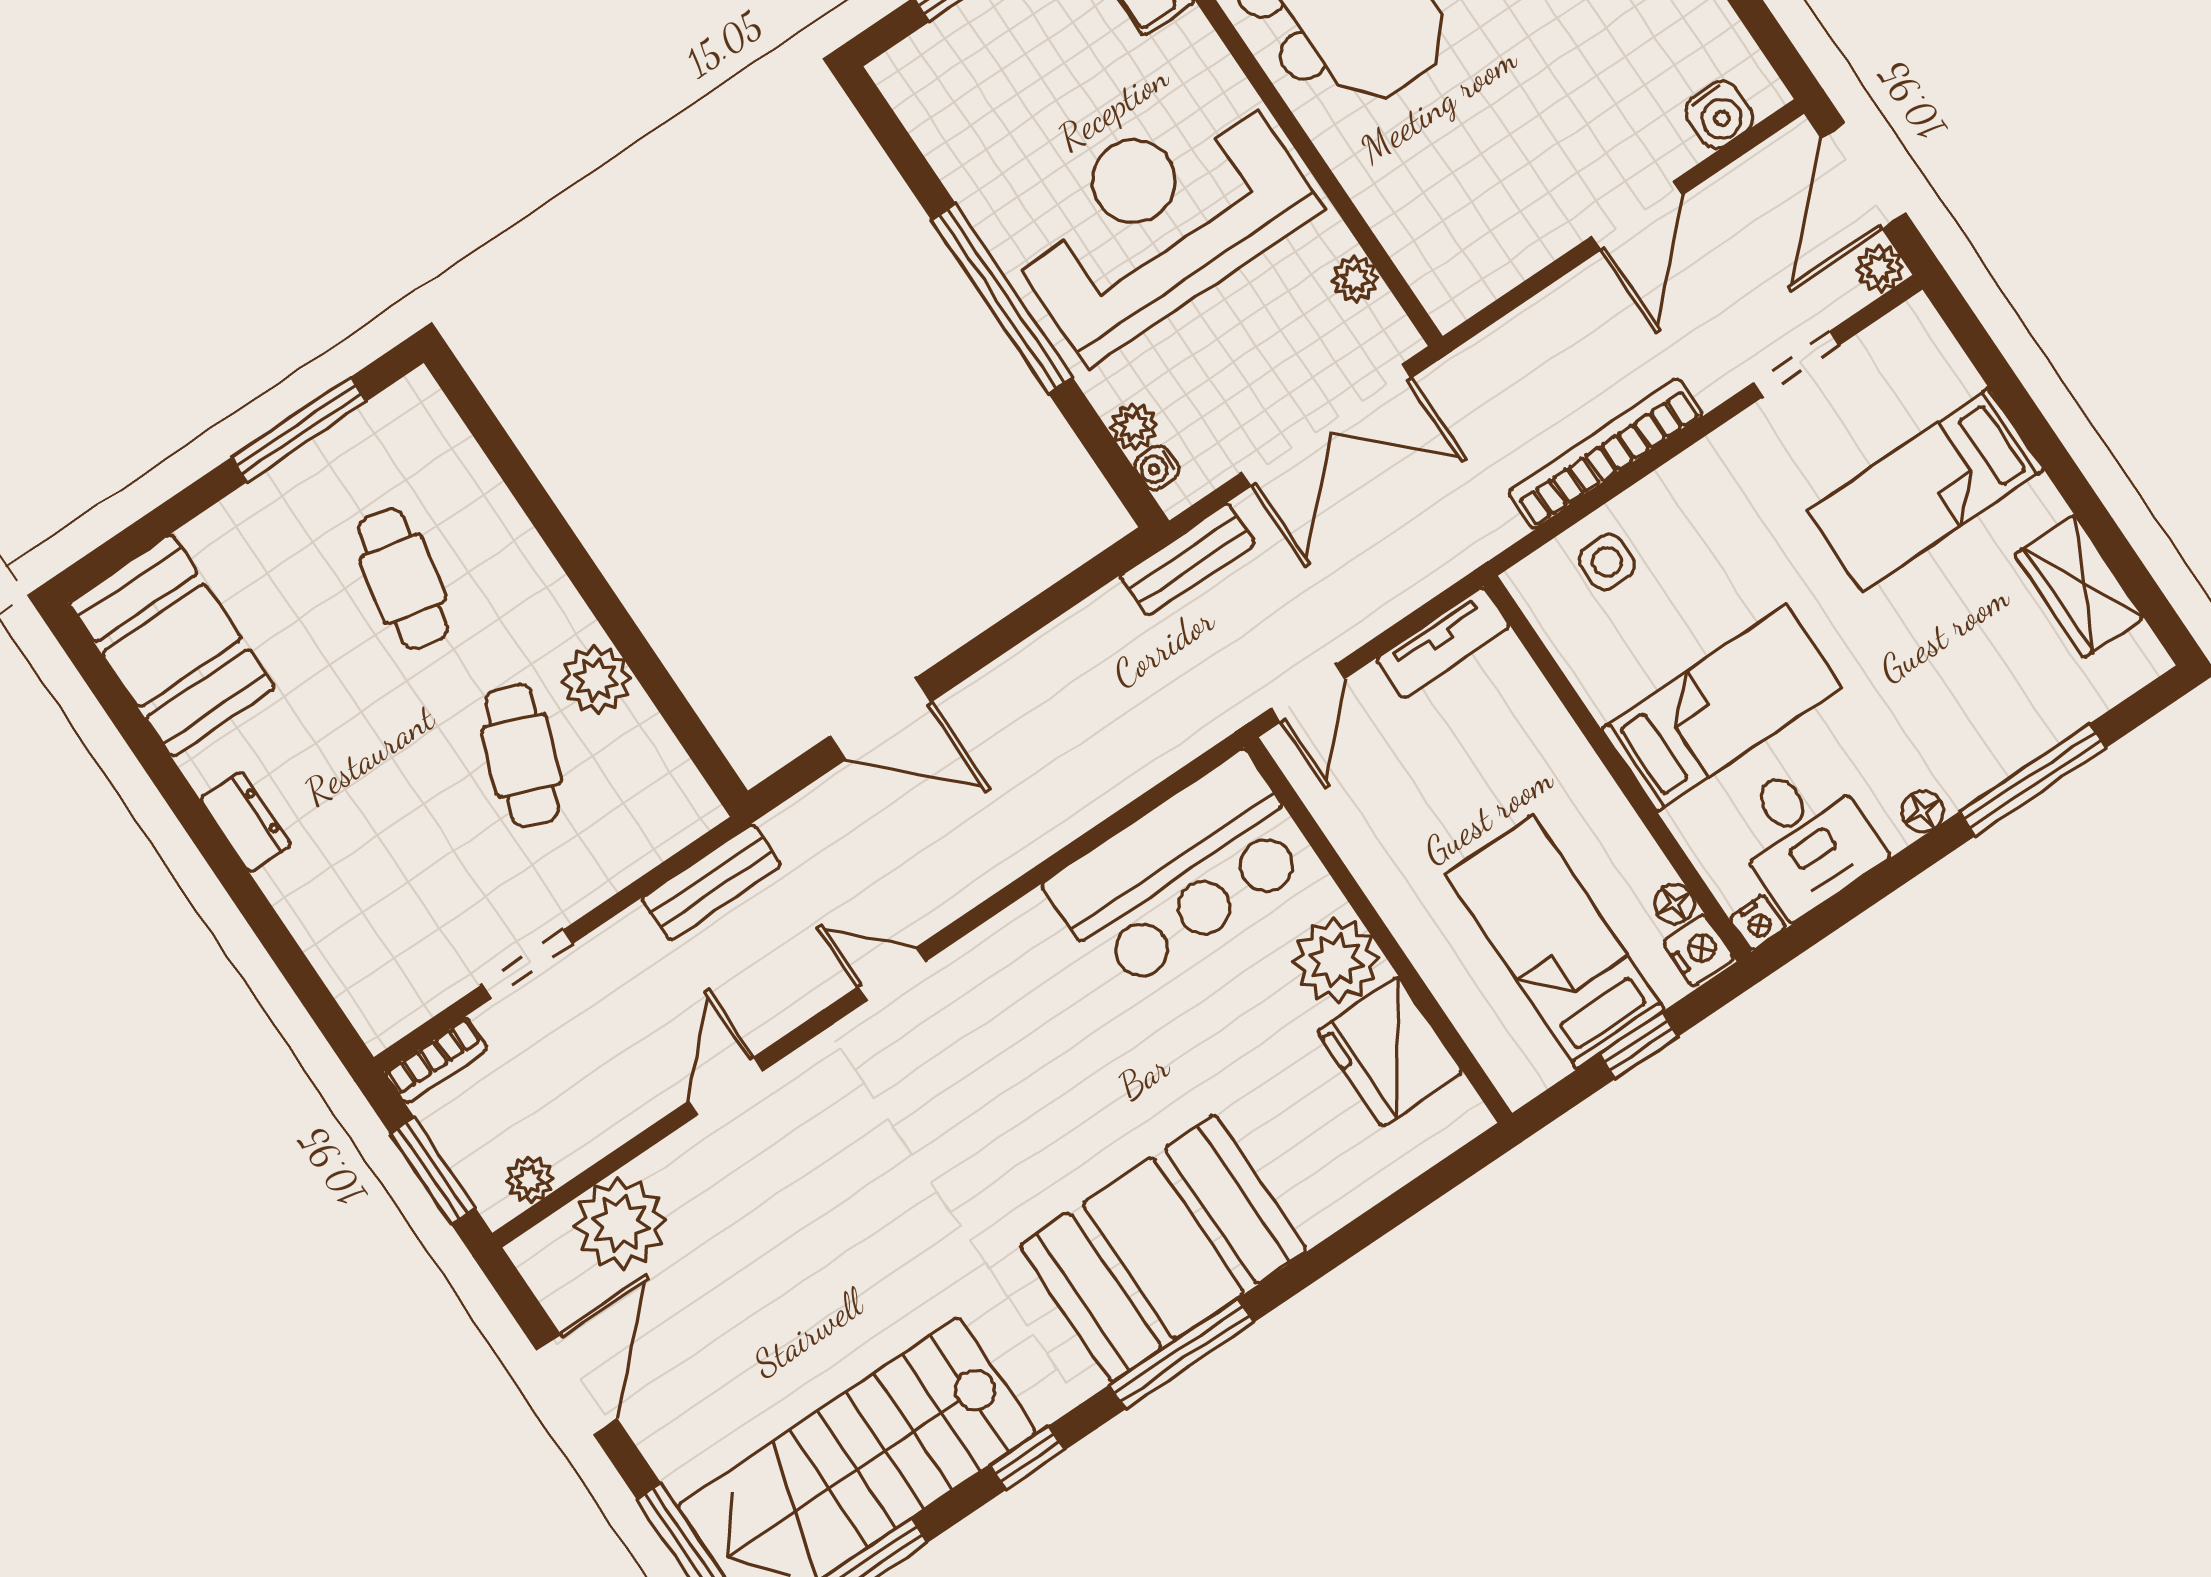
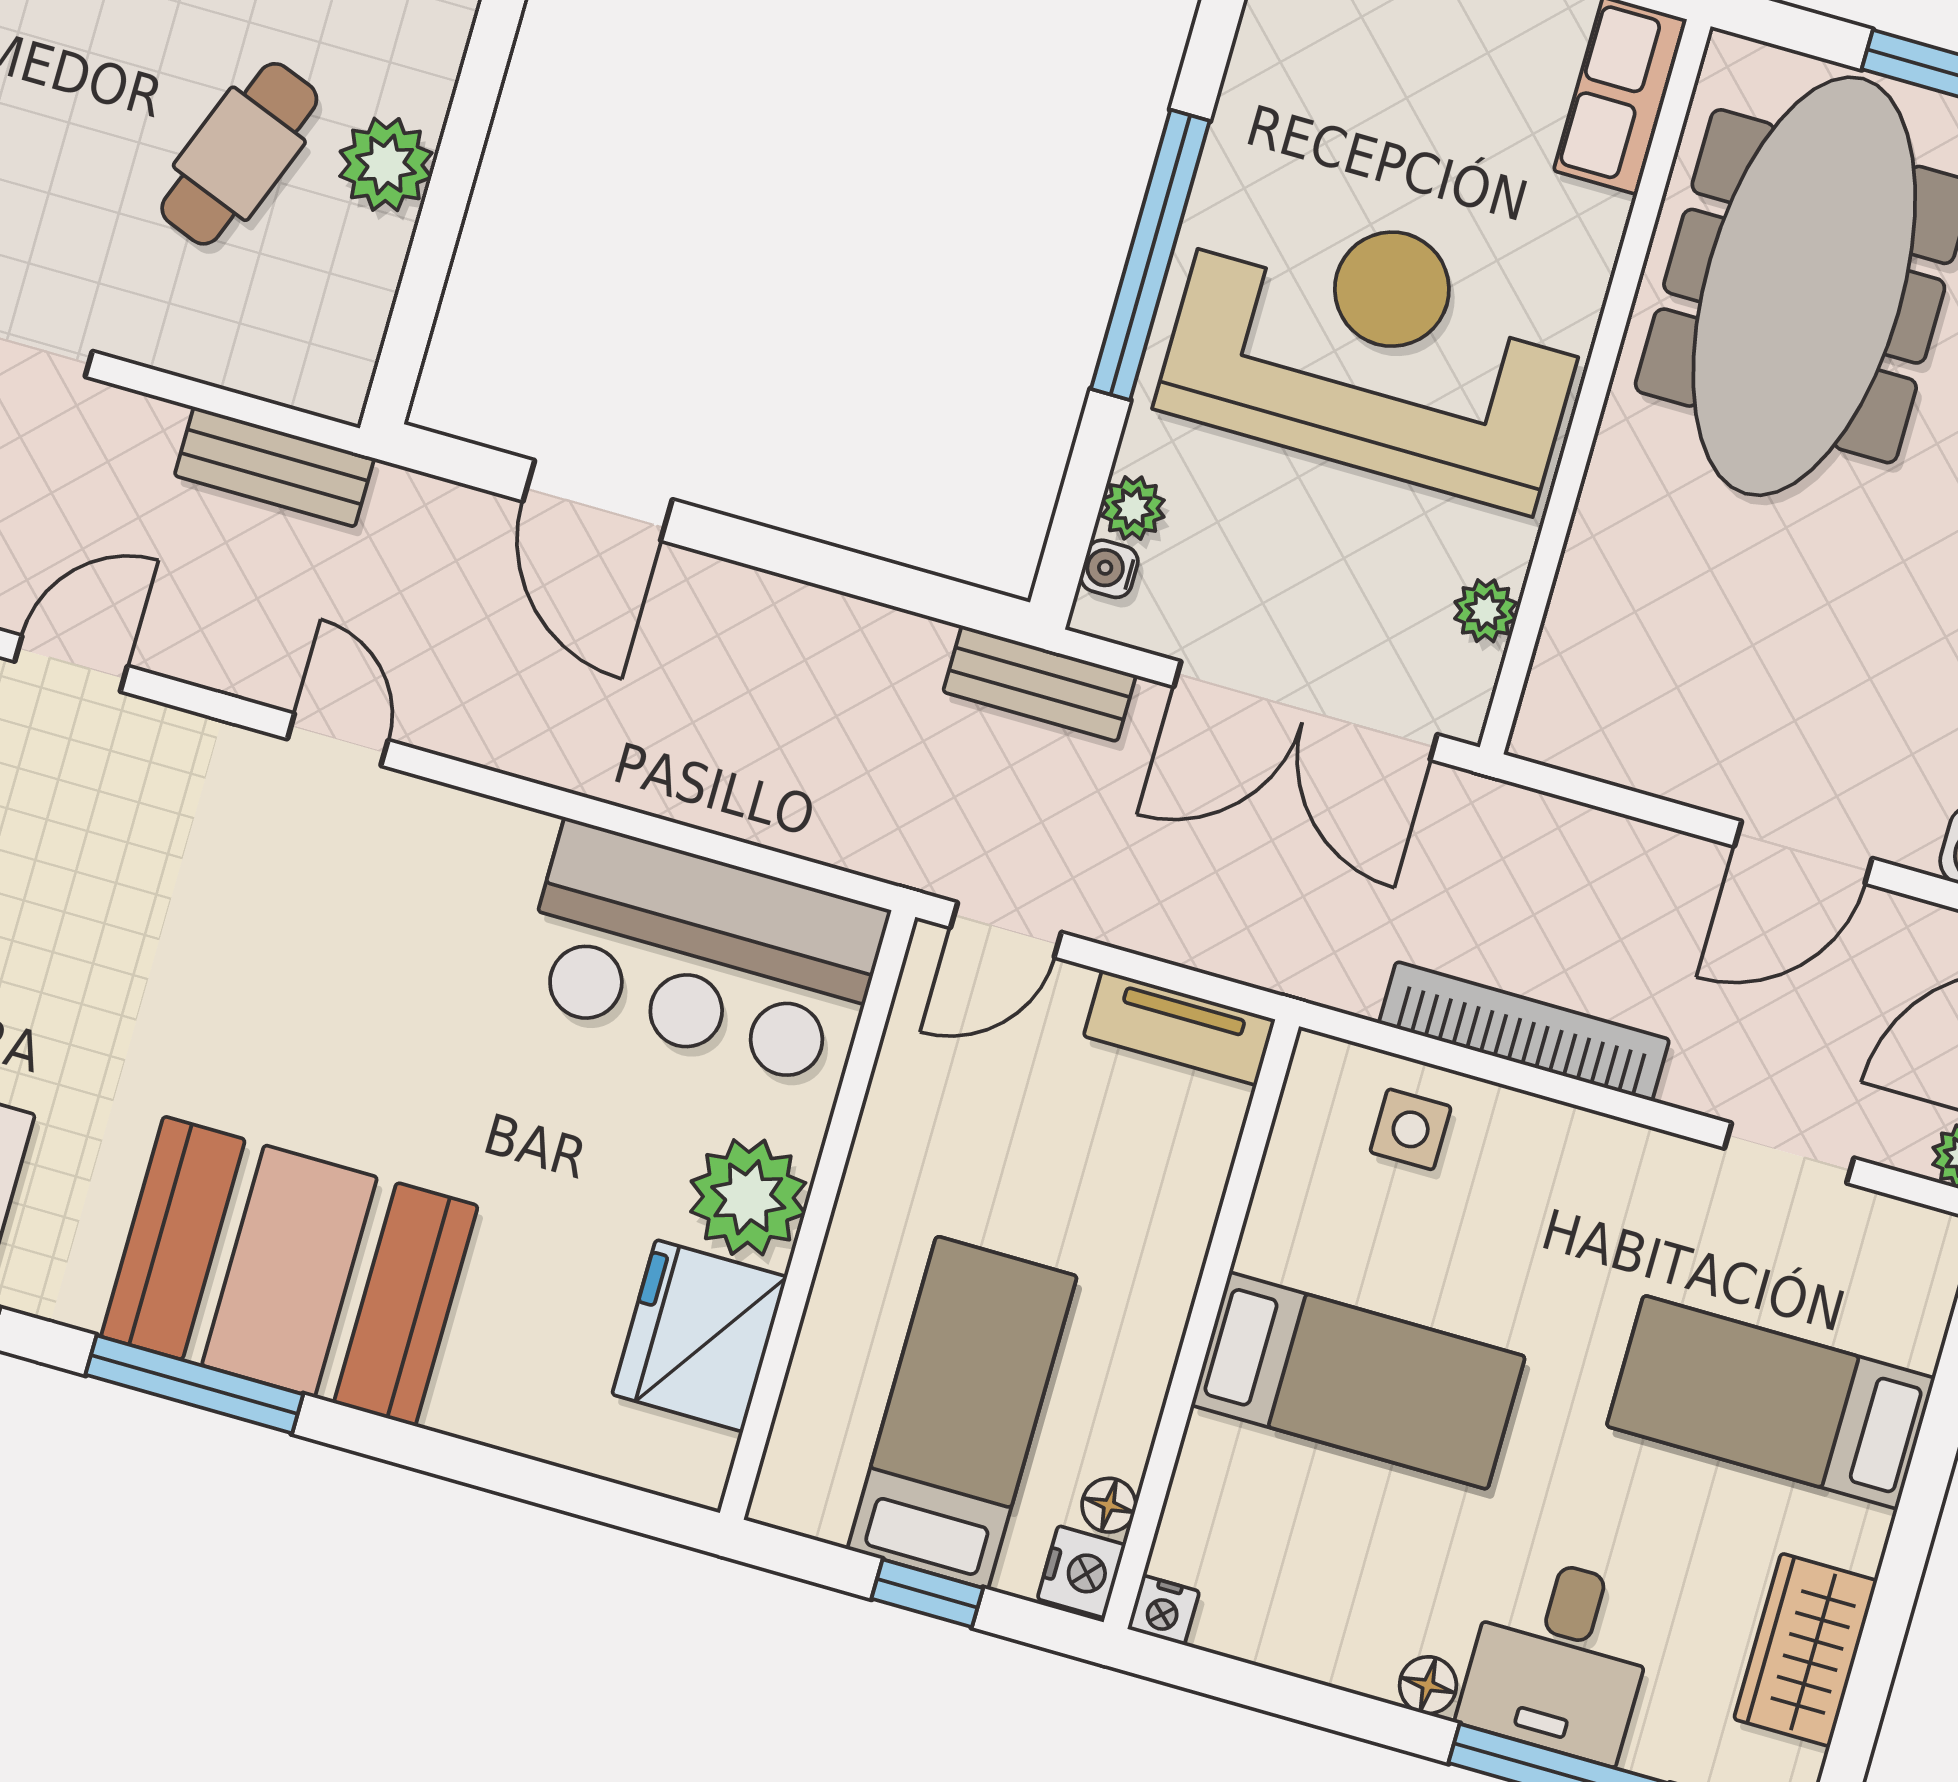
desk: (1805, 837) -> (1559, 1658), moved

